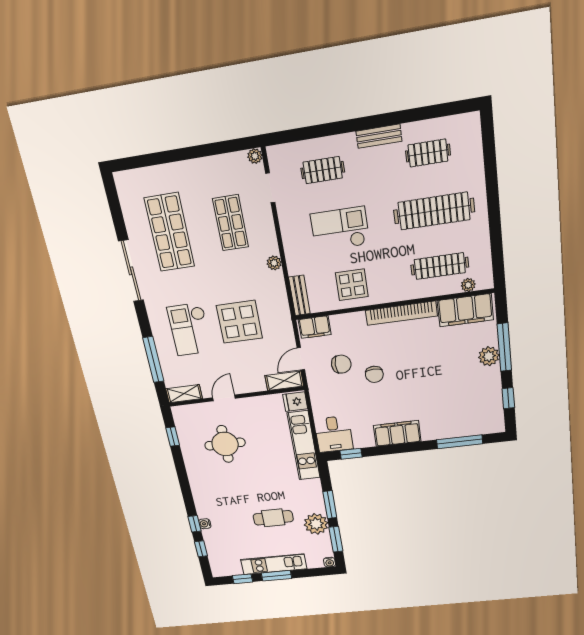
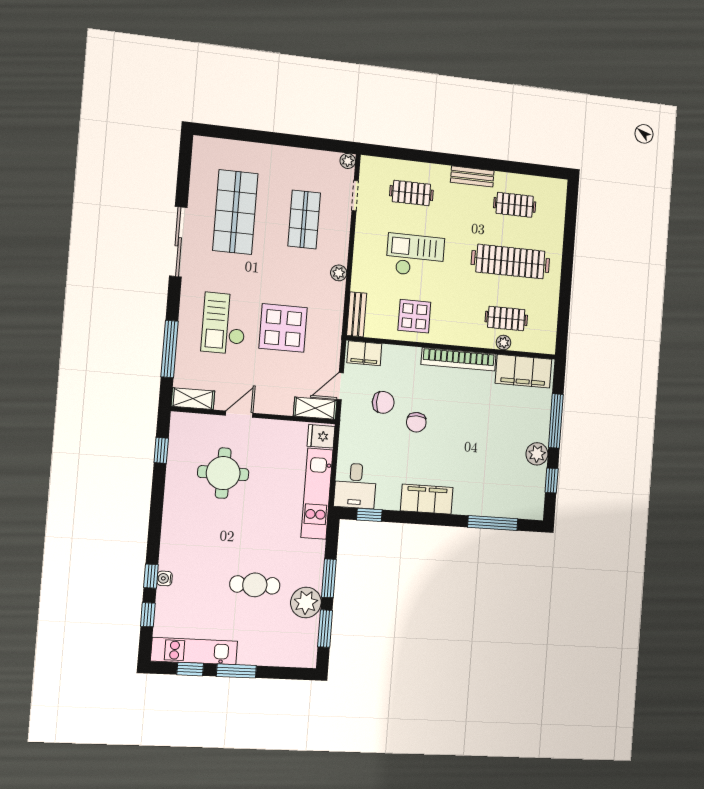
clothes rail: (440, 266) -> (506, 318), width x0.73
plant: (468, 285) -> (504, 343), moved
plant: (489, 356) -> (537, 454), moved
water cooler: (330, 562) -> (309, 661), removed
kitchen unit: (274, 564) -> (194, 651), moved

